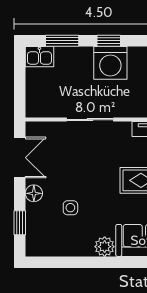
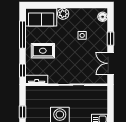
floor lamp: (34, 193) -> (103, 17), moved
window: (20, 223) -> (110, 39), moved

